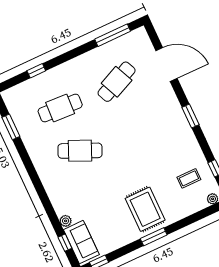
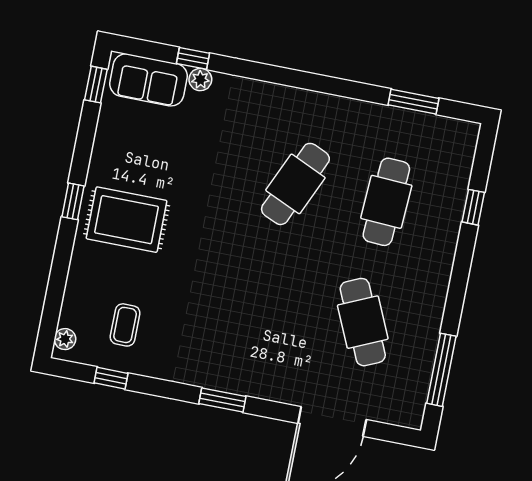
window: (154, 237) -> (73, 201), width x0.67
window: (65, 243) -> (193, 58), moved

